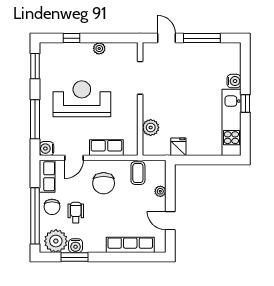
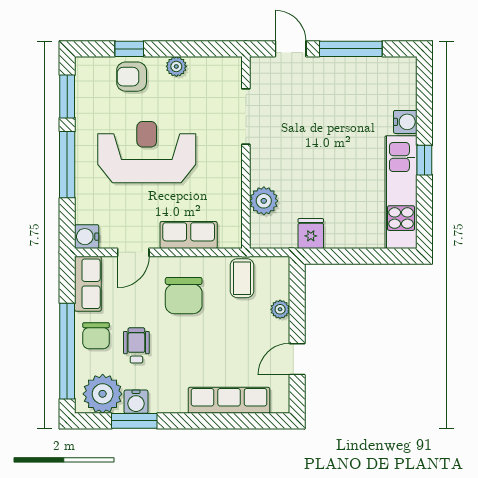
armchair: (73, 54) -> (132, 77), added
window: (35, 119) -> (67, 165), moved
door: (170, 221) -> (297, 359), hinge flipped

